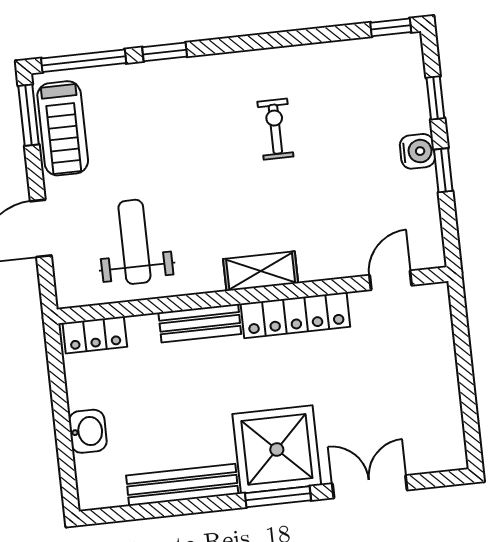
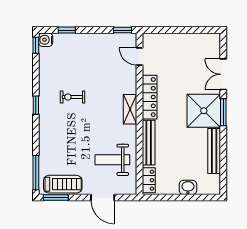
window: (165, 52) -> (36, 105), moved
water cooler: (417, 151) -> (46, 40), moved, turned -90
window: (443, 170) -> (122, 30), moved
bench: (200, 323) -> (149, 143), width x1.36

